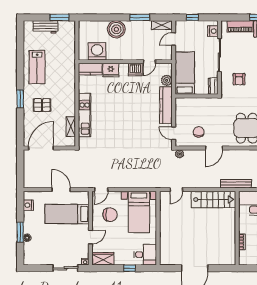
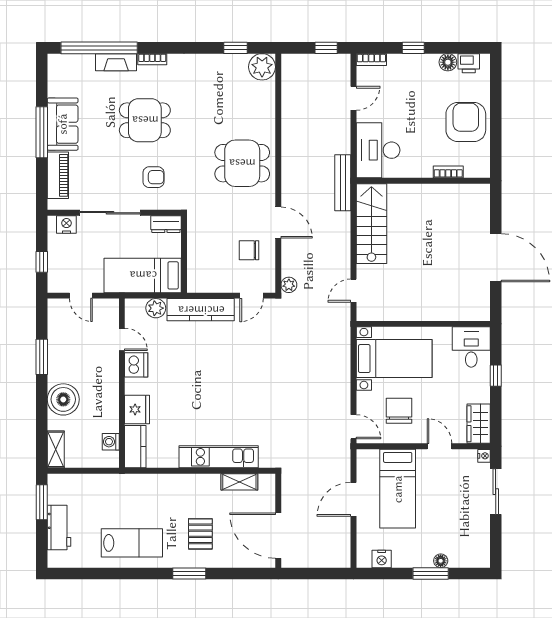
shelving: (162, 25) -> (56, 449), moved
washing machine: (97, 51) -> (111, 442), width x0.53, depth x0.53
door: (176, 190) -> (354, 291), swing flipped

